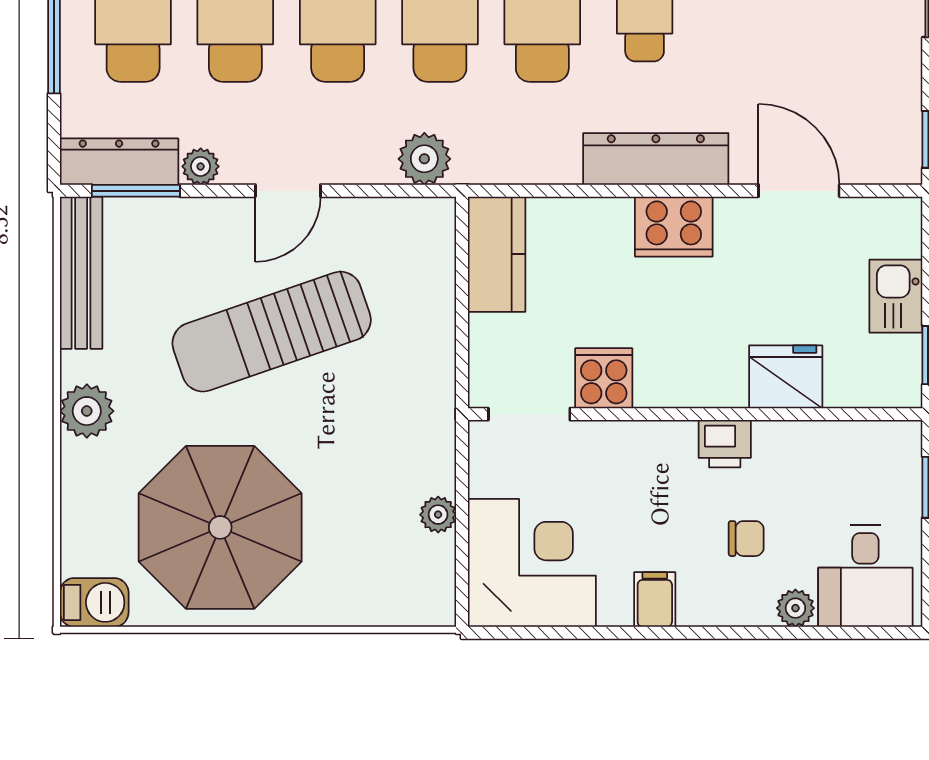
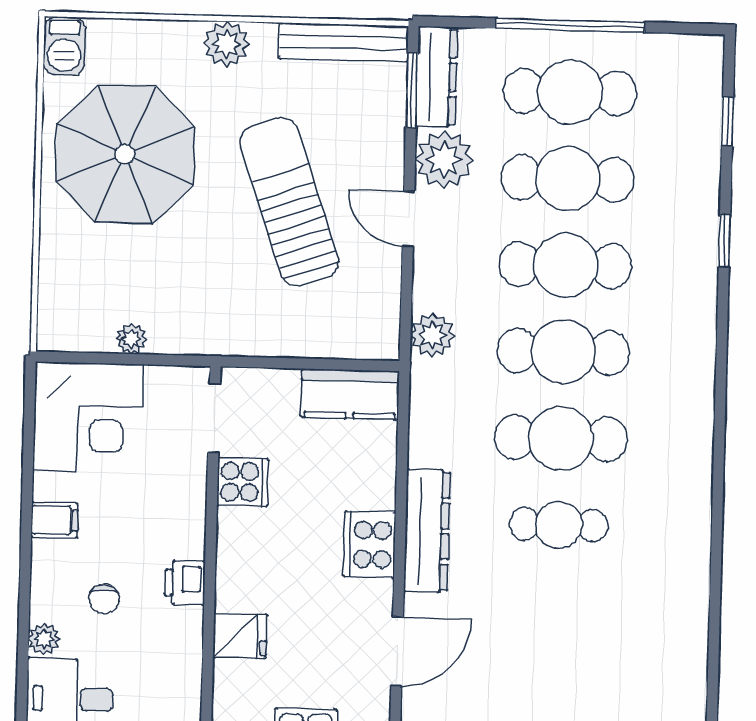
plant: (201, 166) -> (444, 160), width x1.87, depth x1.87
fridge: (786, 377) -> (240, 636), width x0.72

